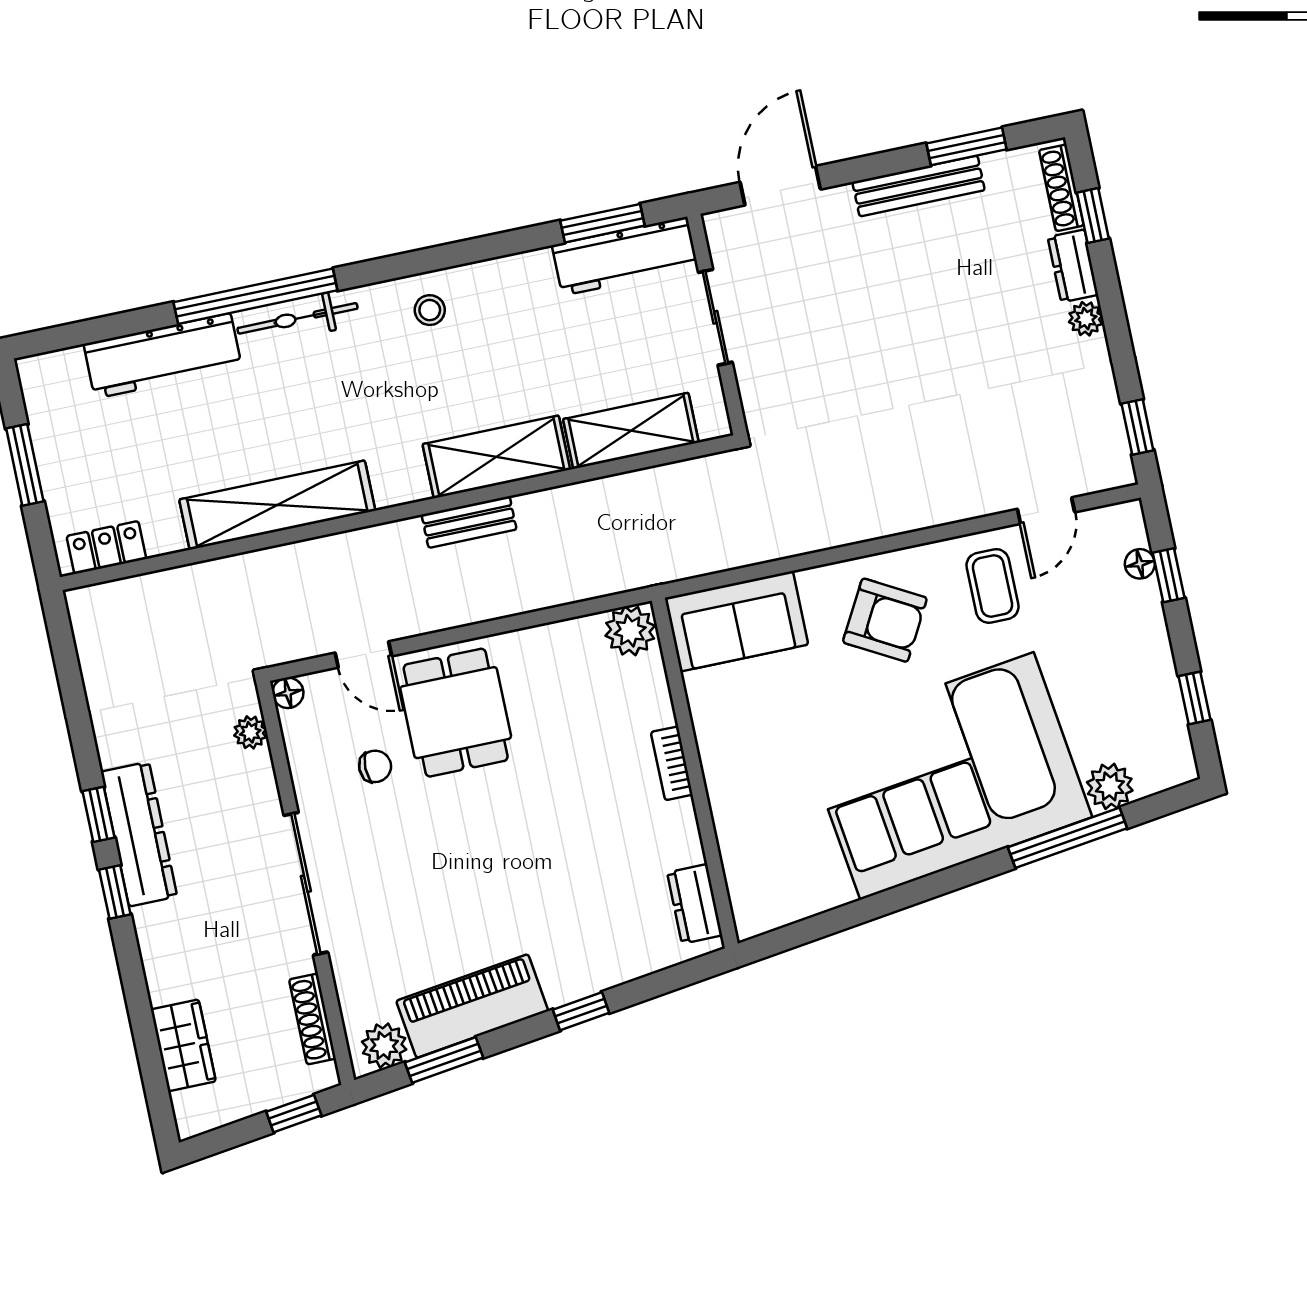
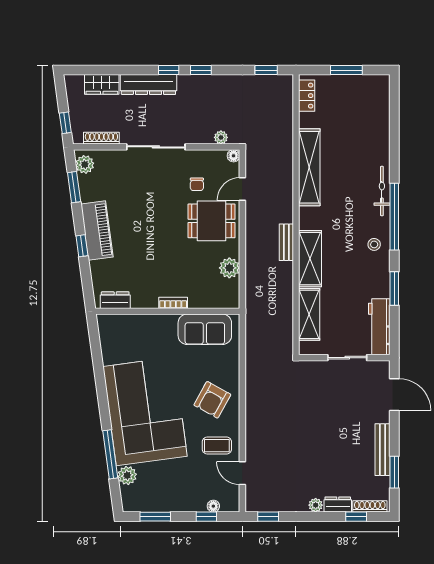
window: (602, 223) -> (394, 289), moved
window: (255, 296) -> (394, 217), moved
workbench: (163, 356) -> (378, 134), removed
sofa: (736, 621) -> (205, 329), moved, turned -90
plant: (630, 631) -> (229, 268), moved
window: (66, 658) -> (266, 70), added
window: (1195, 698) -> (155, 517), width x1.50
dresser: (139, 834) -> (148, 85), moved
piano: (472, 1006) -> (97, 231), moved

